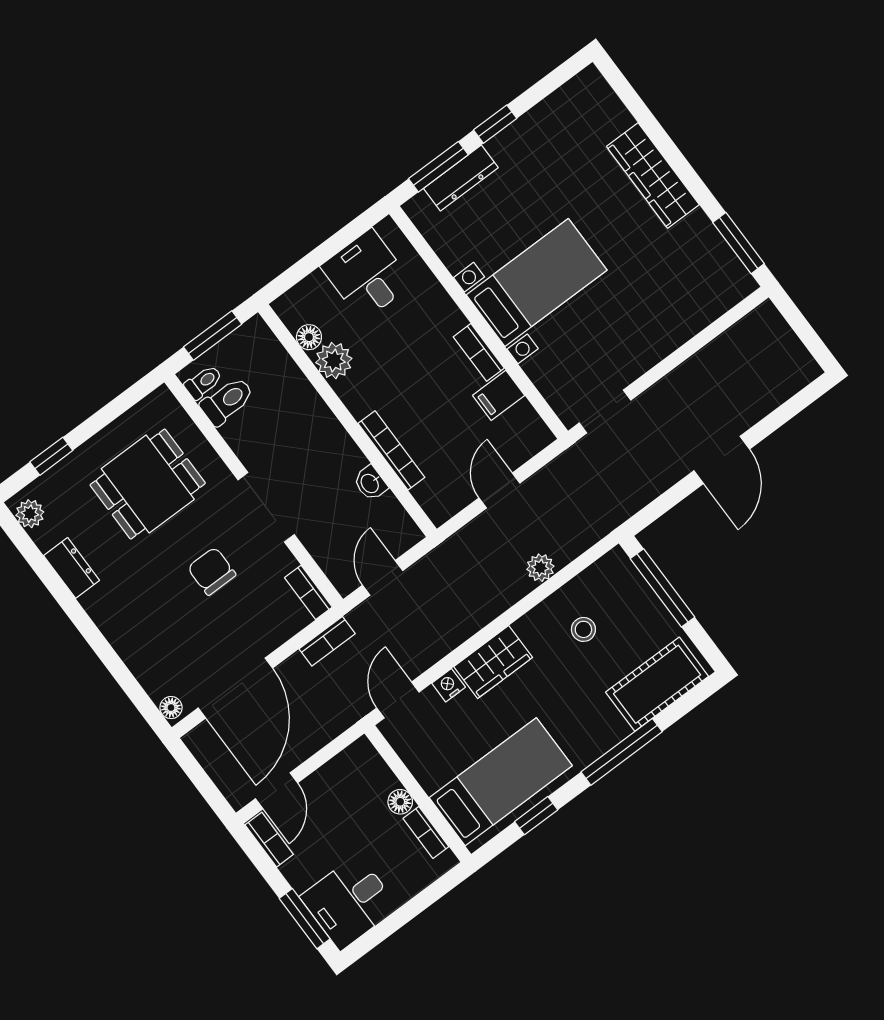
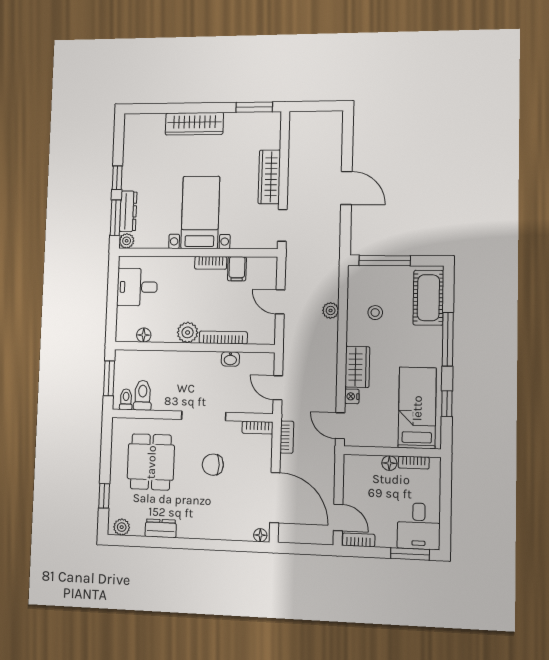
plant: (418, 209) -> (127, 241), added
wardrobe: (658, 341) -> (269, 177), added
plant: (334, 361) -> (188, 332), moved

